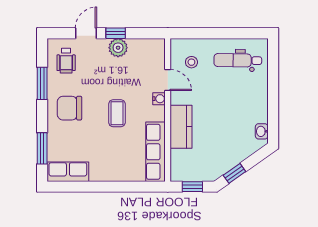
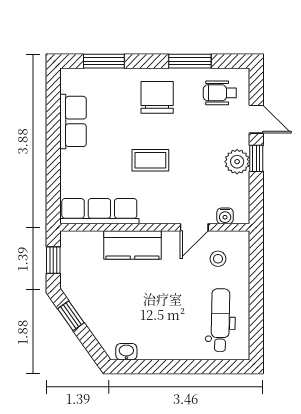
water cooler: (159, 99) -> (225, 216), moved
row of seats: (68, 172) -> (73, 121), moved

